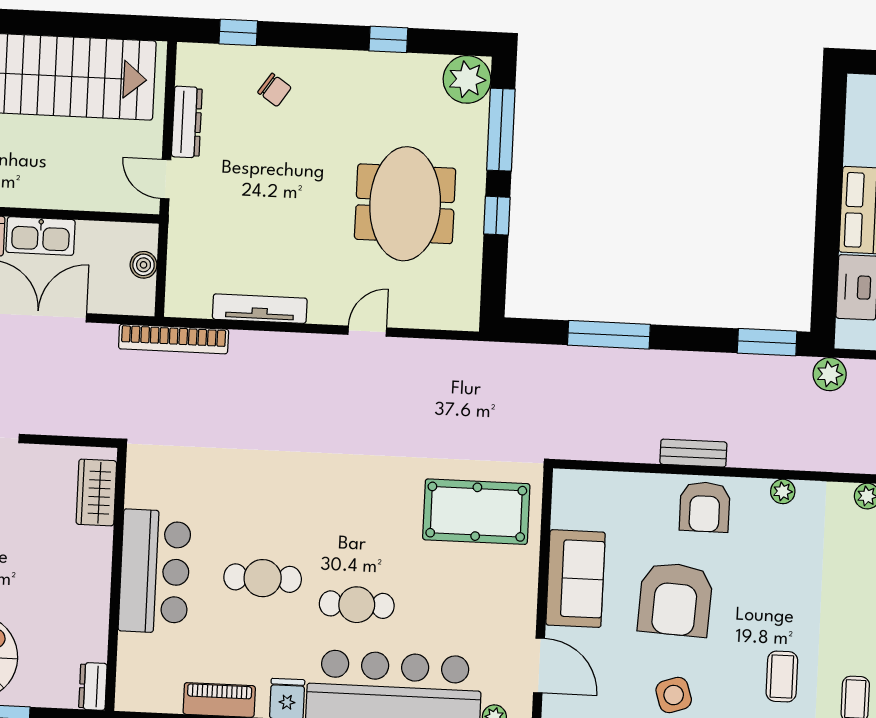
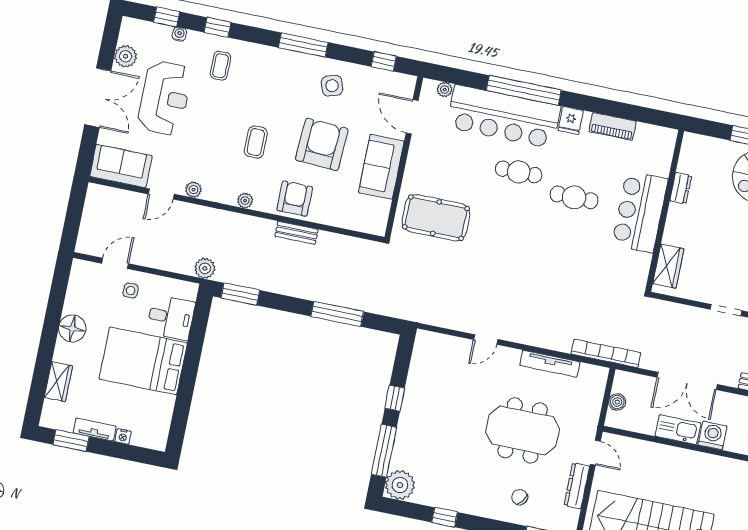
meeting table: (405, 204) -> (523, 430), moved, turned 90
coffee table: (782, 676) -> (256, 142), moved
dresser: (93, 686) -> (681, 188), moved

